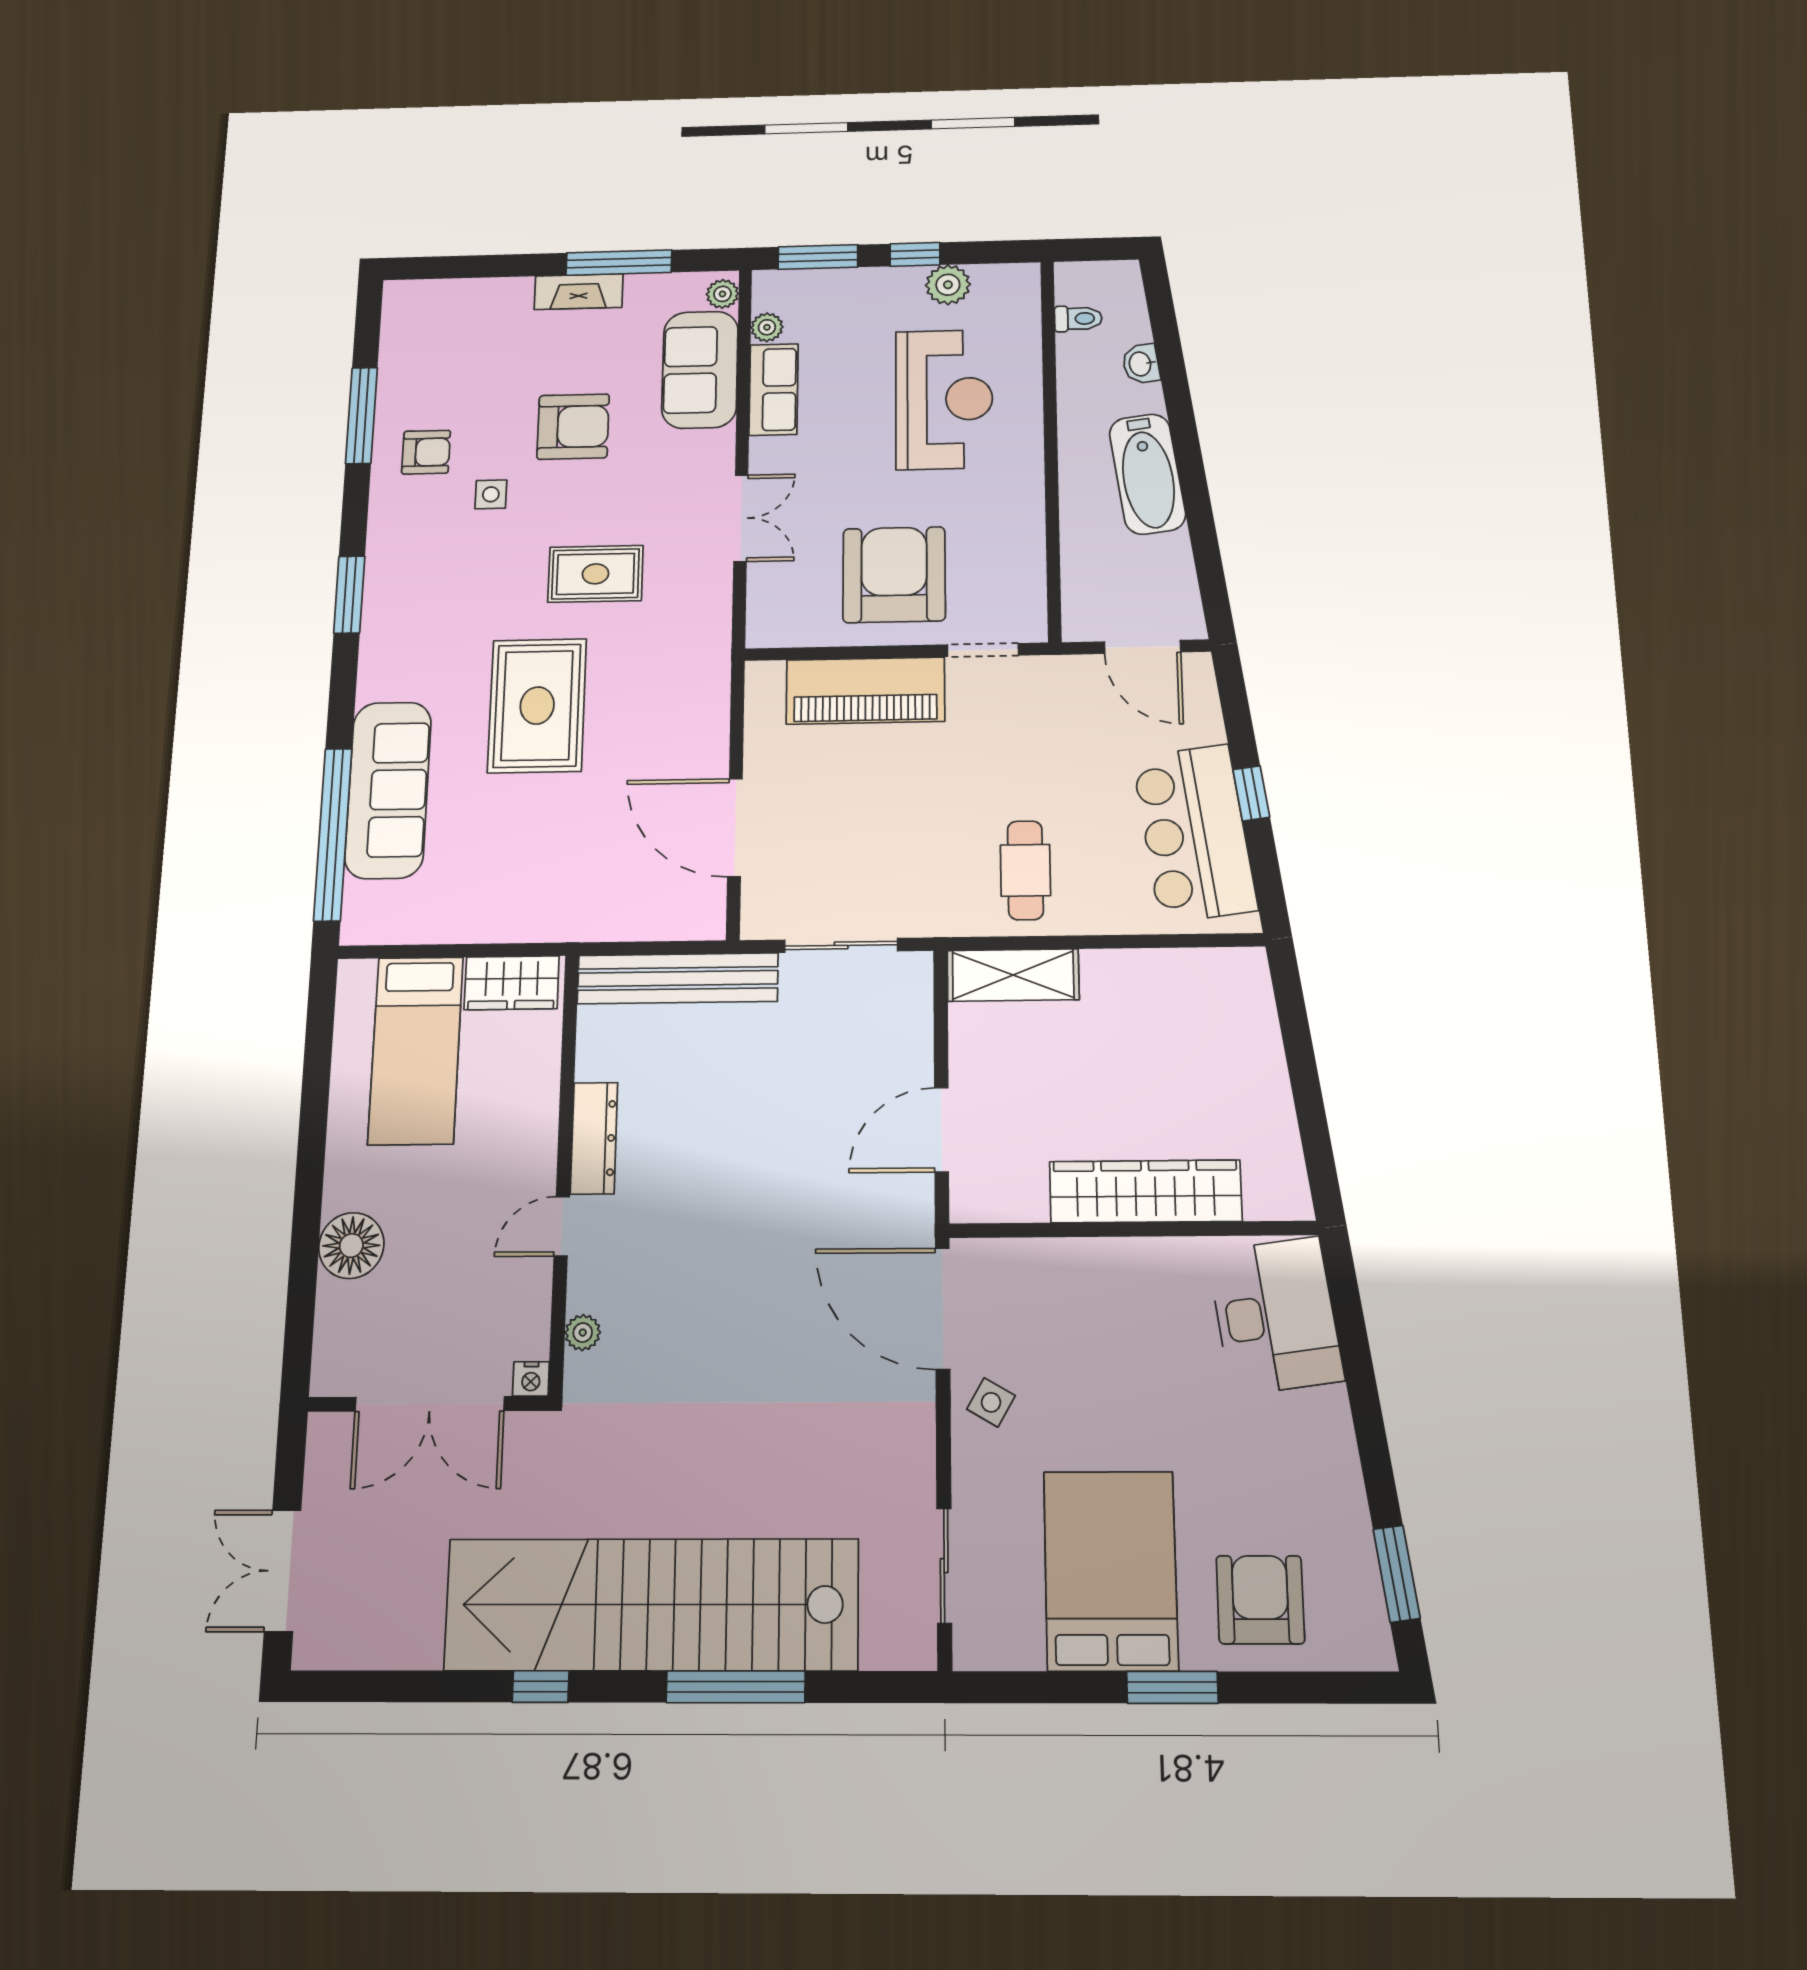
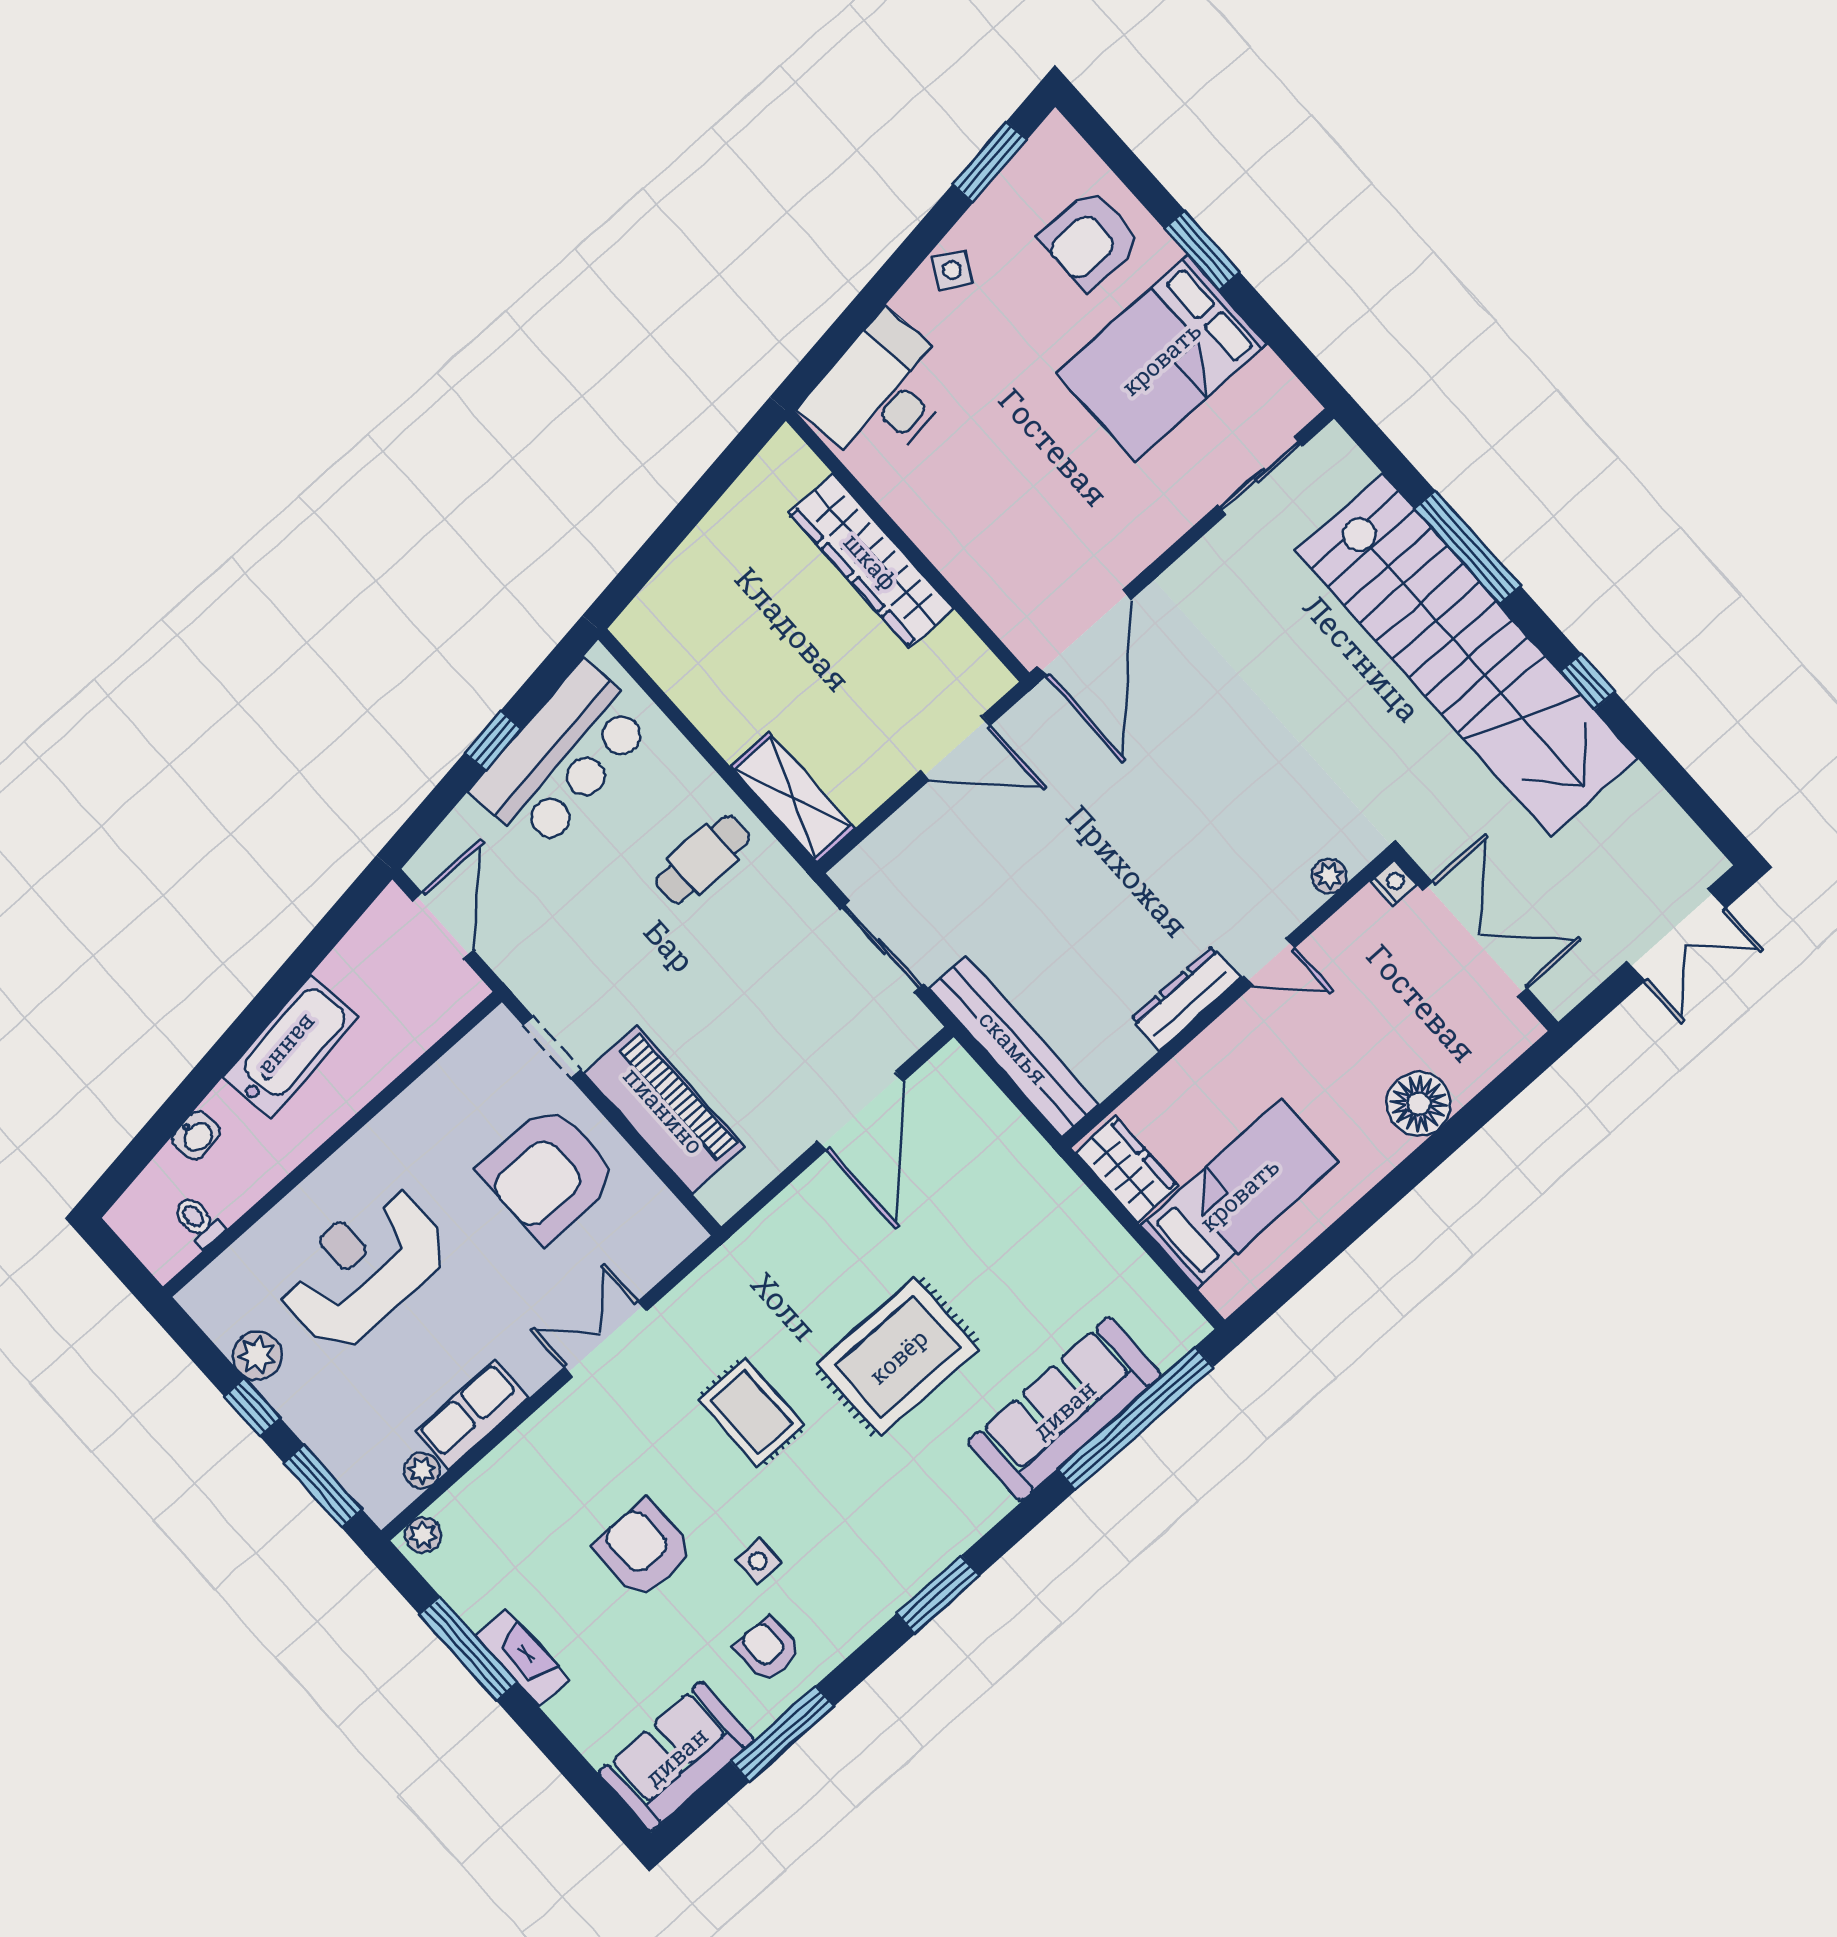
sofa: (700, 370) -> (676, 1756), moved, turned 180
side table: (991, 1402) -> (952, 270), moved

